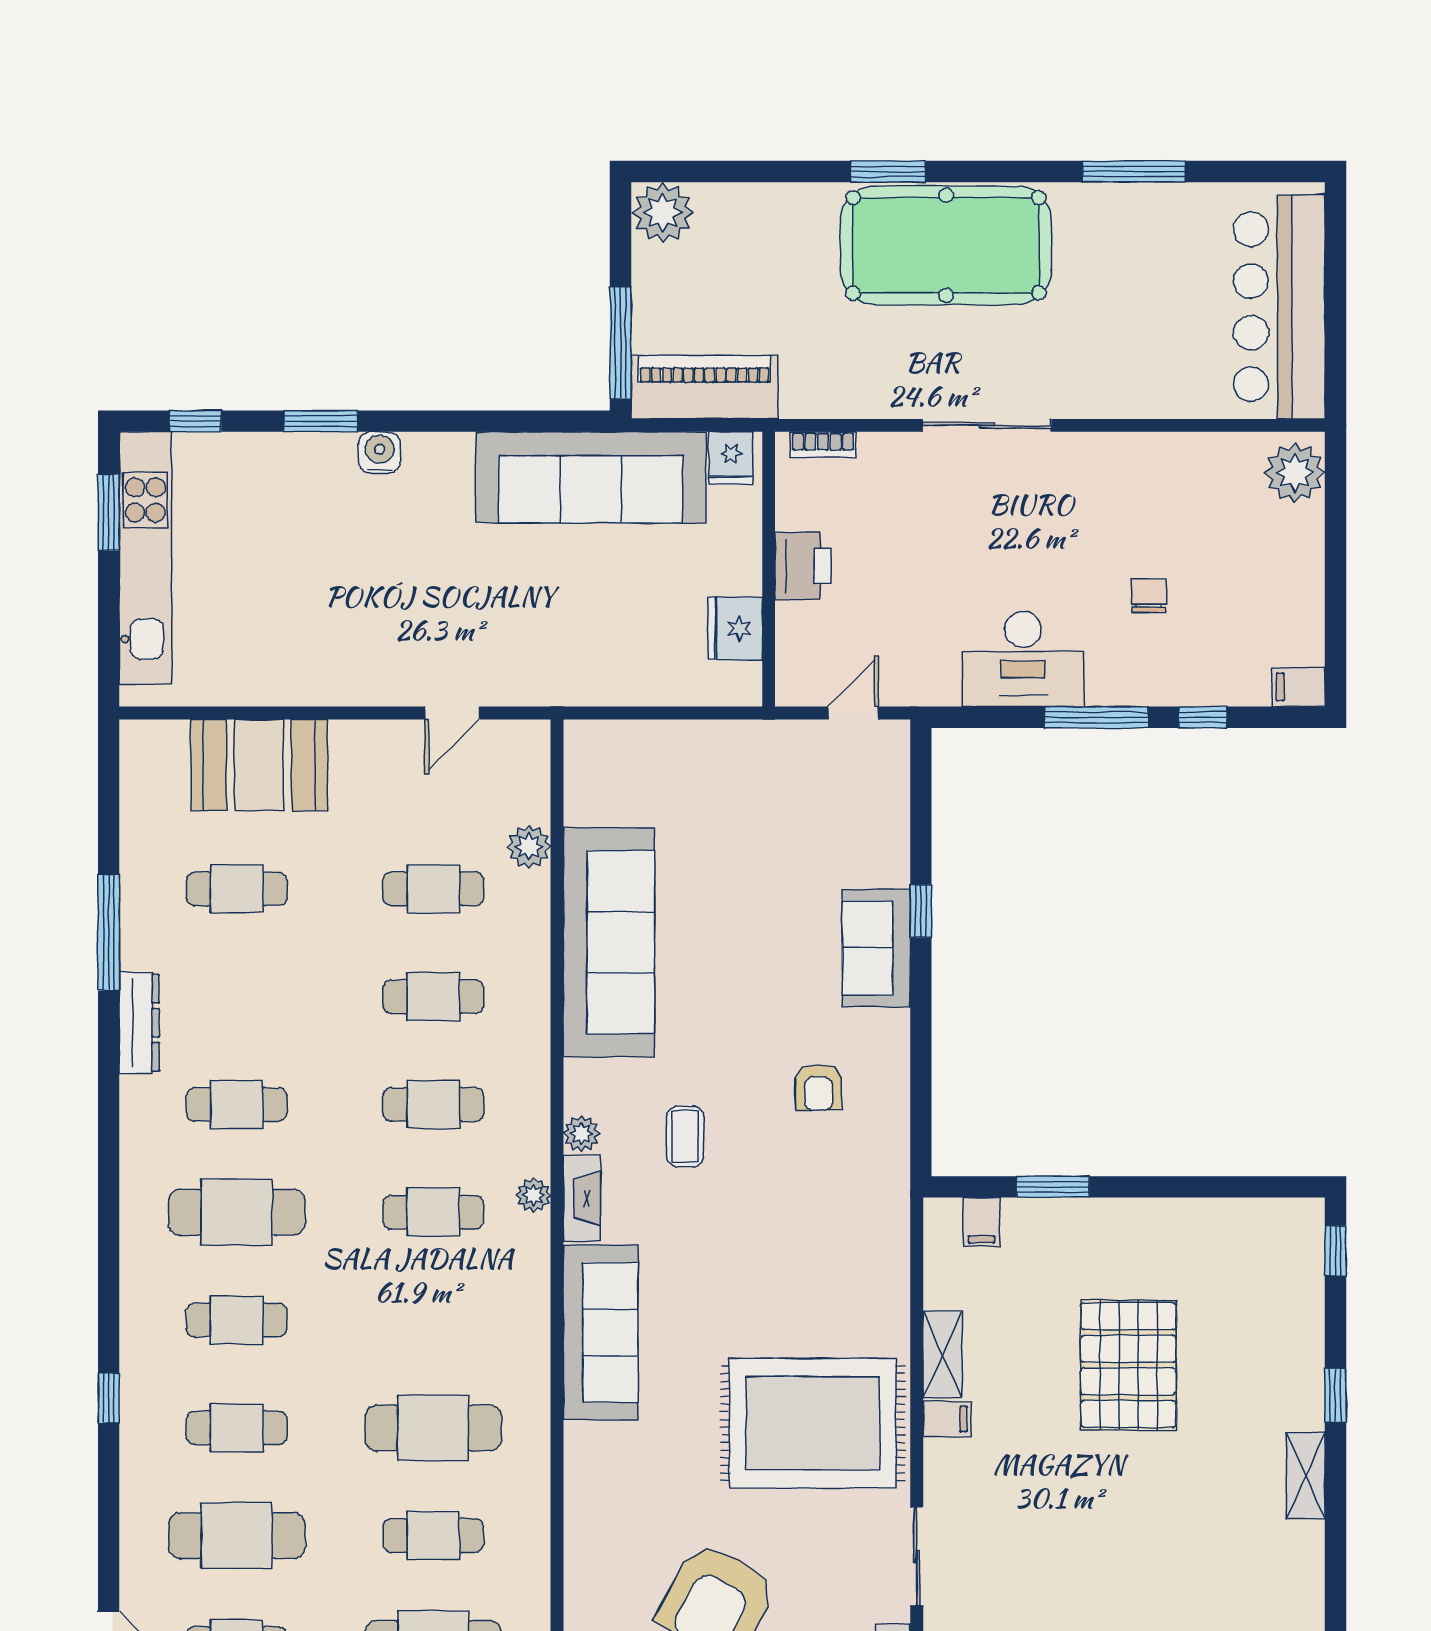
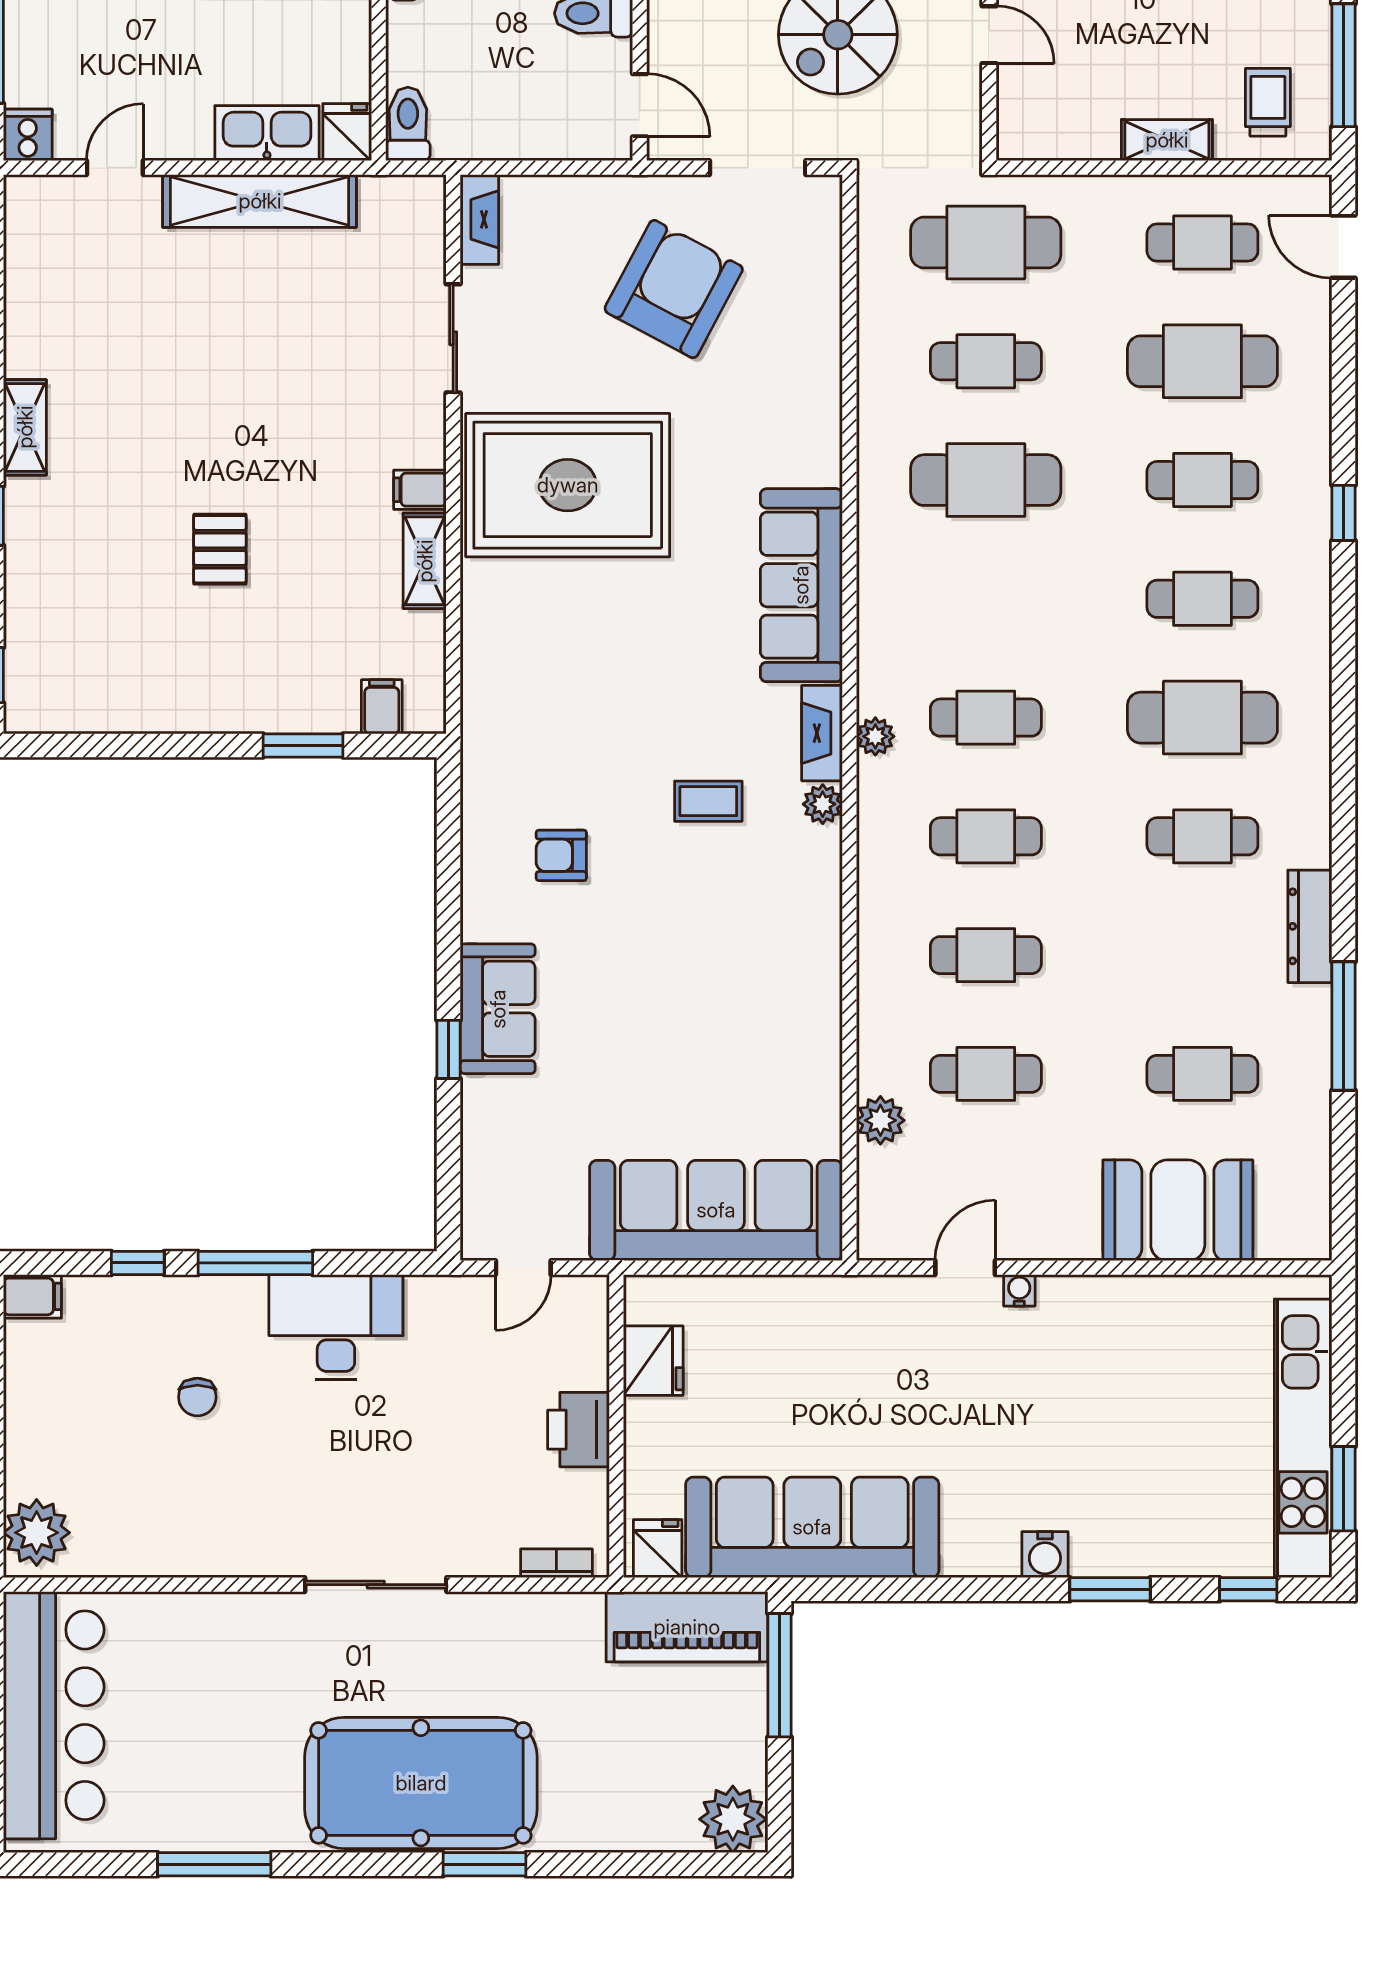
water cooler: (403, 692) -> (1019, 1290), added
sofa: (609, 942) -> (716, 1210), moved, turned 90
armchair: (819, 1087) -> (561, 855), turned -90
coffee table: (685, 1136) -> (708, 801), turned 90
pallet: (1128, 1365) -> (220, 549), width x0.49, depth x0.50

